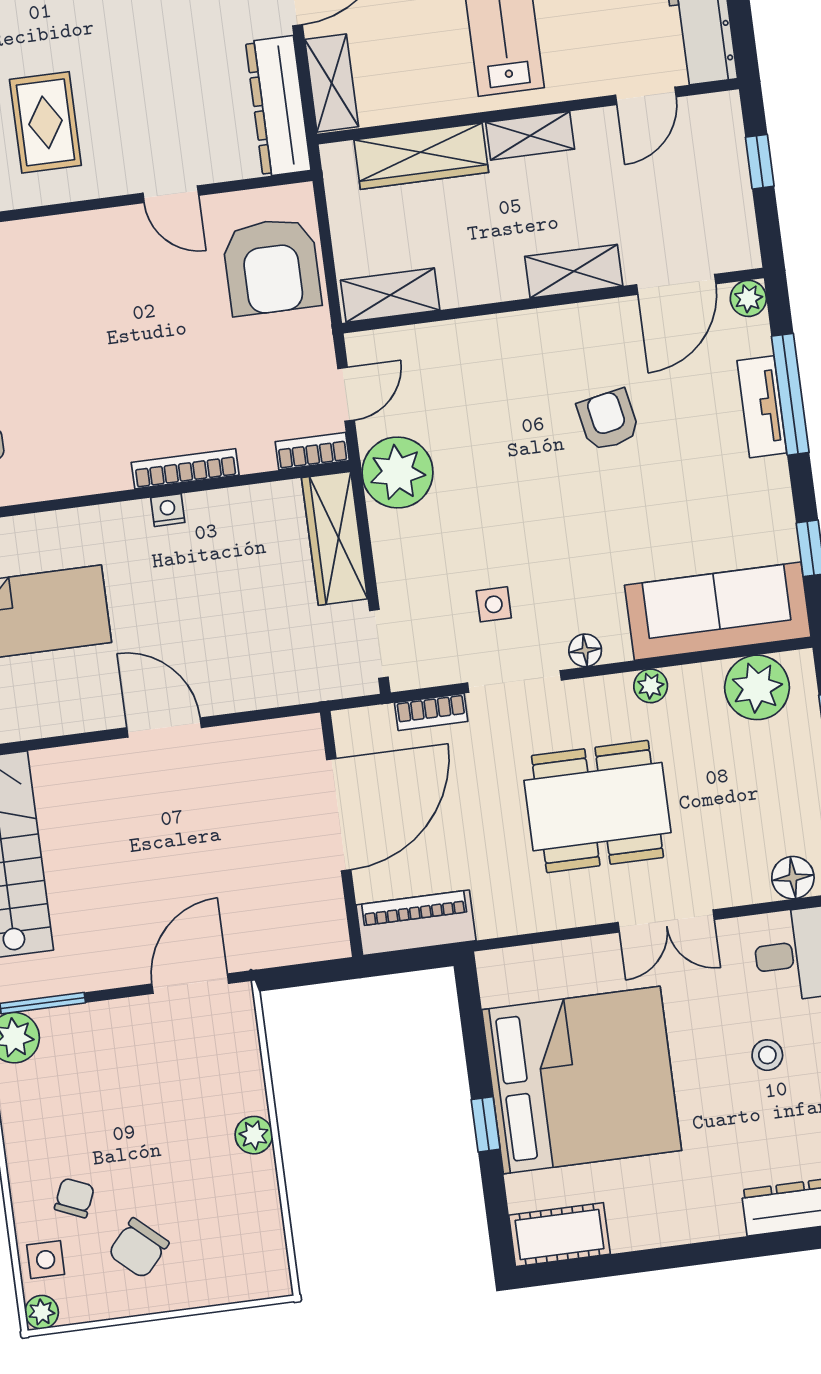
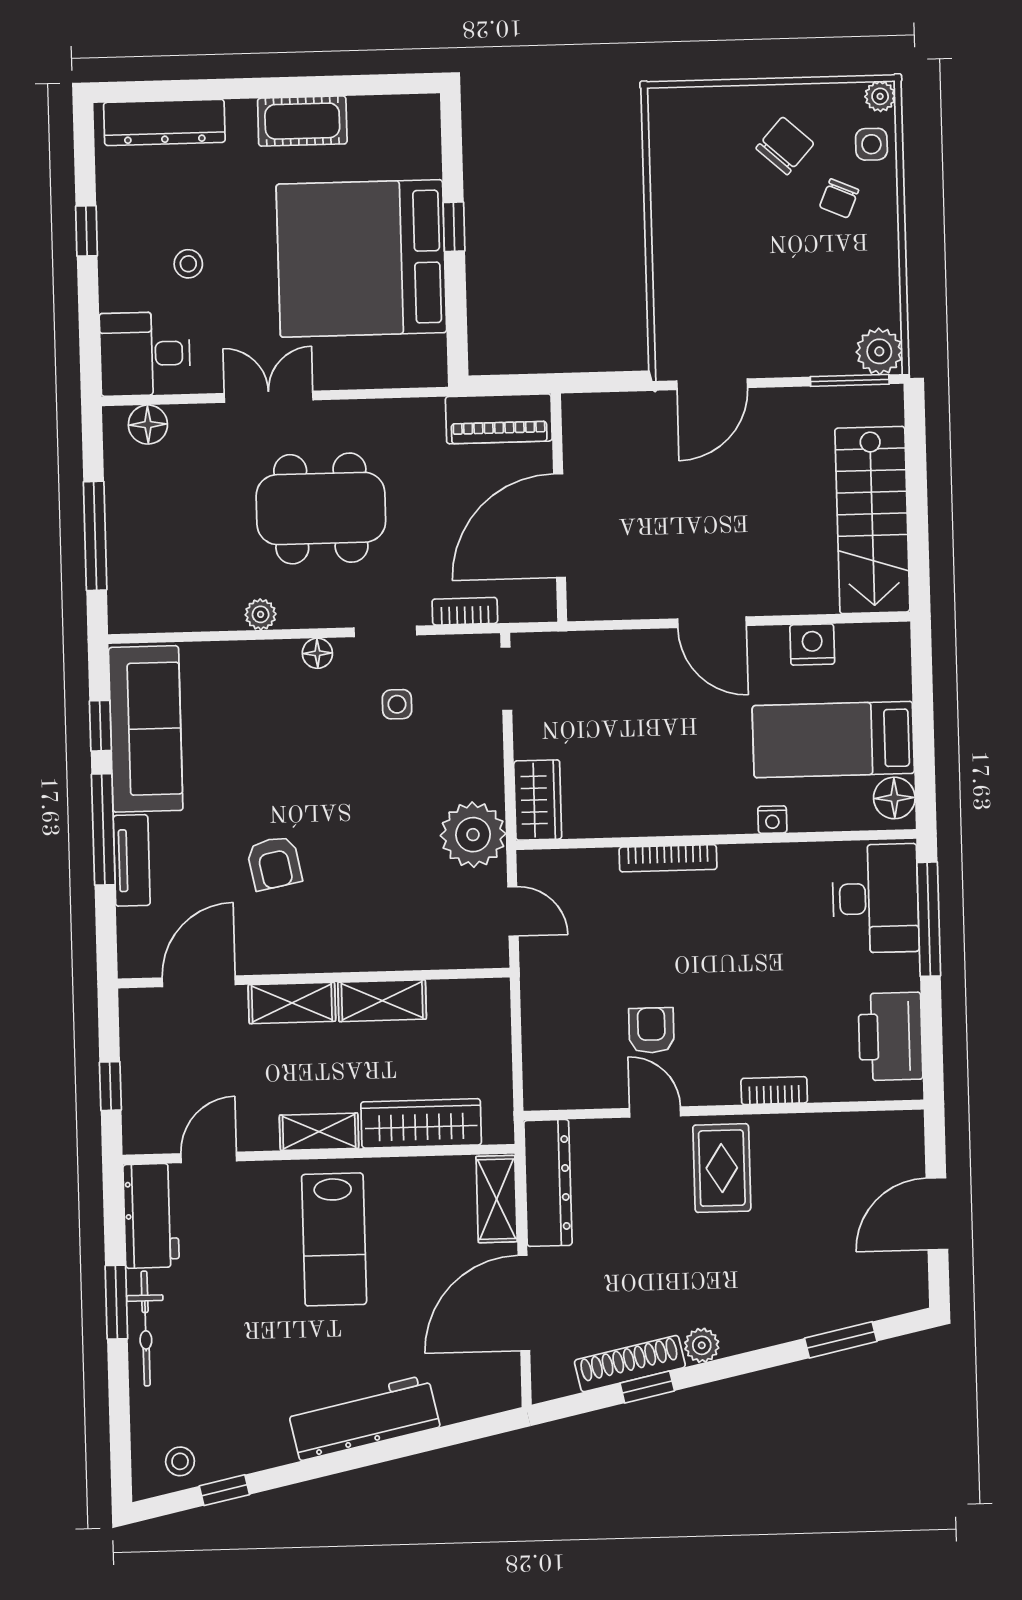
rug: (45, 122) -> (722, 1168), moved
armchair: (272, 266) -> (651, 1030), moved, width x0.53, depth x0.53
shelving: (390, 295) -> (382, 1001), moved
plant: (748, 298) -> (134, 961), removed
door: (346, 394) -> (513, 911), swing flipped
window: (790, 394) -> (103, 829), moved
bookcase: (312, 451) -> (774, 1091), moved, turned 180
nightstand: (168, 510) -> (772, 820), moved
wardrobe: (335, 538) -> (538, 800), width x0.67
sofa: (718, 611) -> (146, 729), moved, turned -90
doorway: (514, 681) -> (385, 631), width x0.73
plant: (757, 687) -> (163, 603), removed
nightstand: (54, 715) -> (812, 645), added
plant: (254, 1135) -> (668, 239), removed
cot: (559, 1235) -> (302, 121), moved

